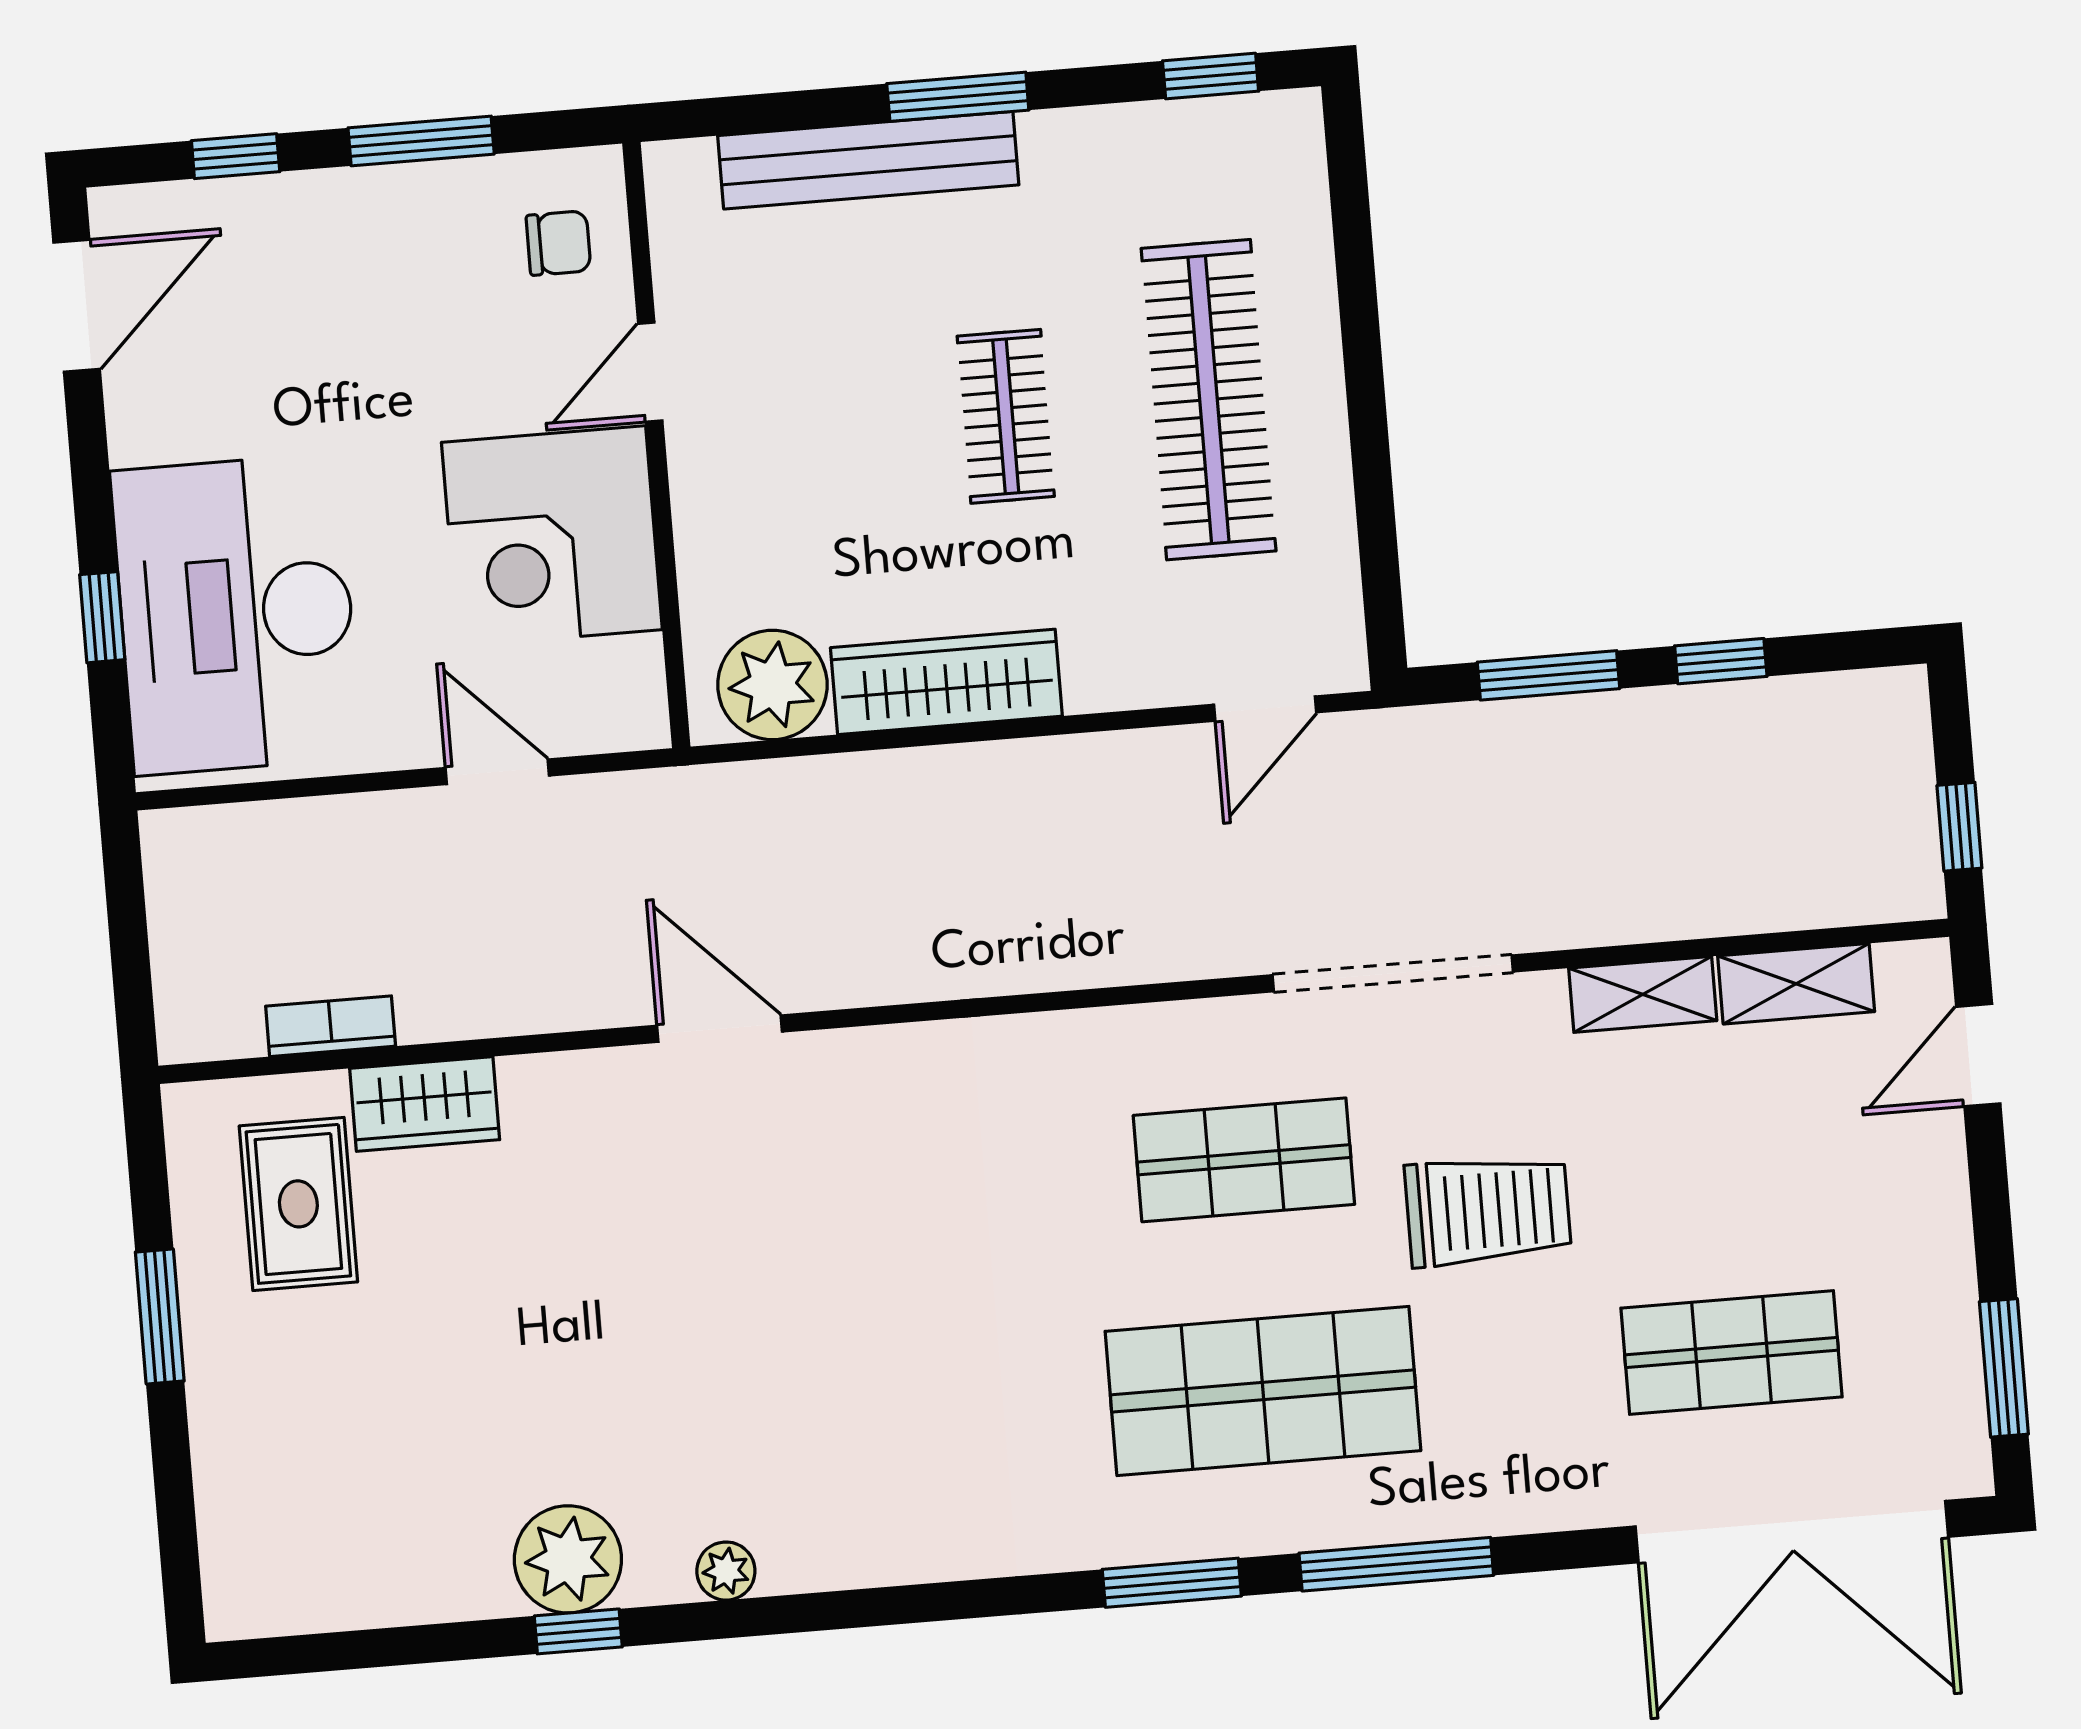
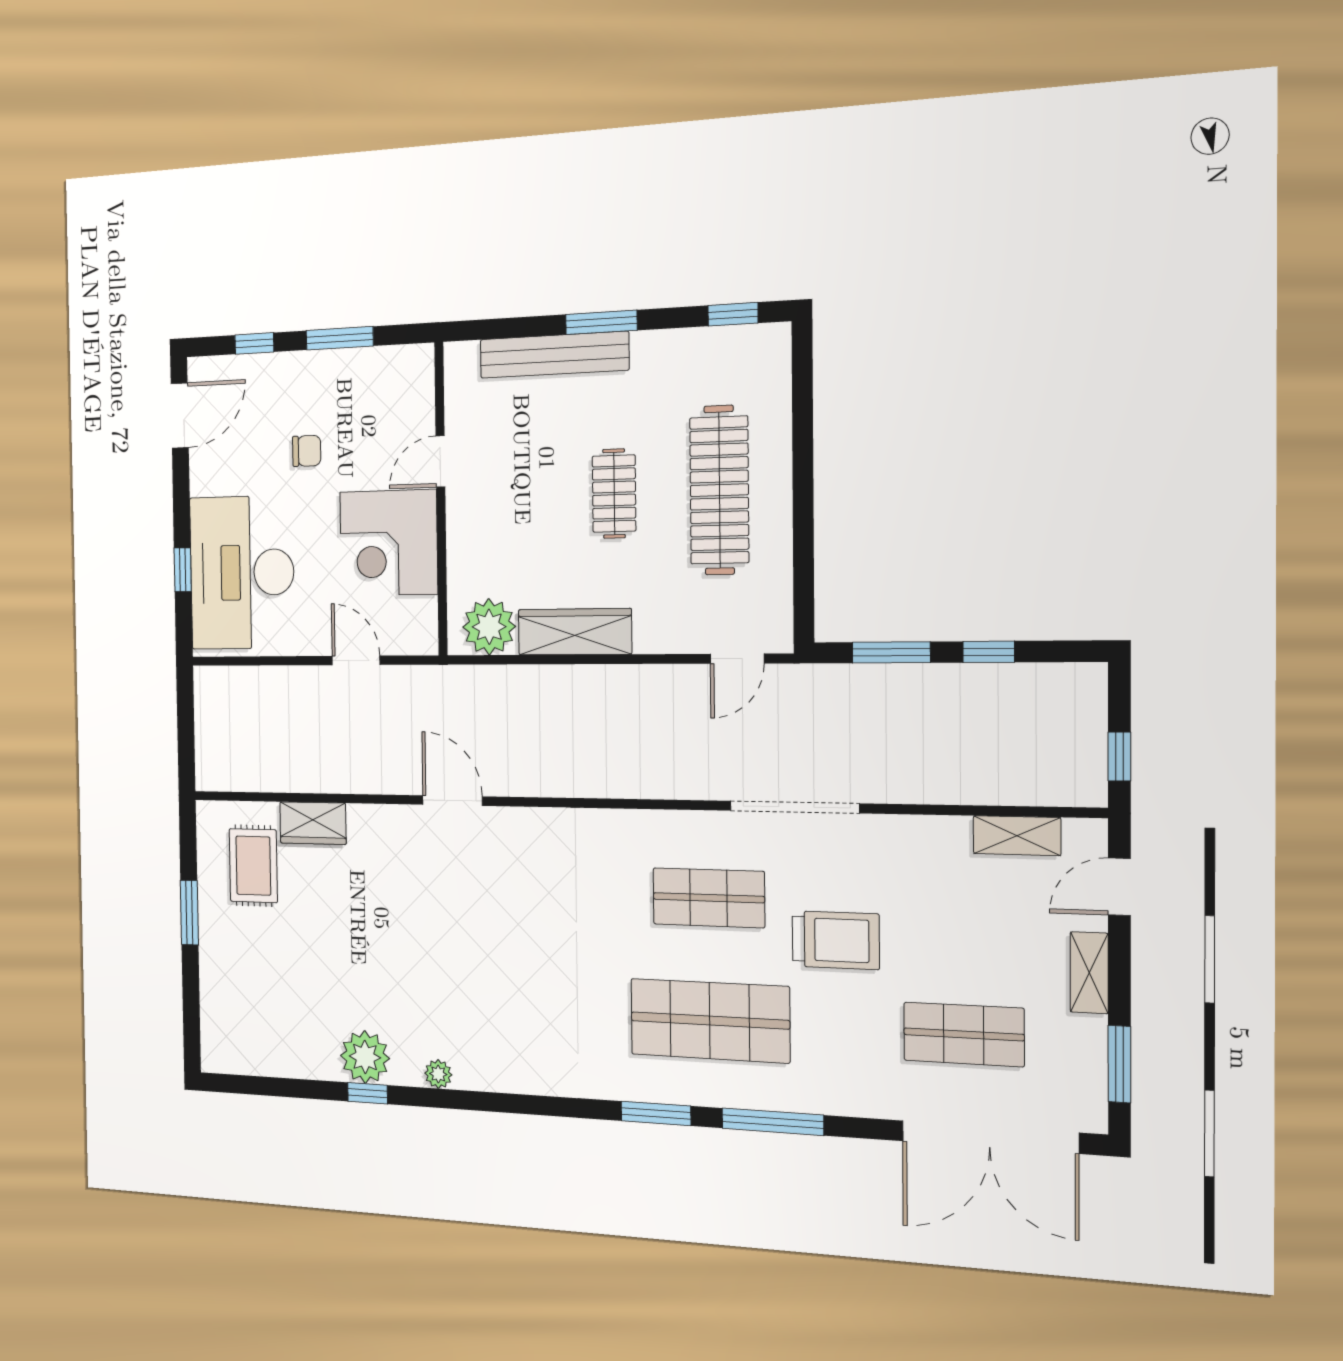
chair: (558, 243) -> (307, 451), moved
shelving: (1643, 994) -> (1089, 973), moved, turned 90
bookcase: (331, 1026) -> (273, 780), removed

